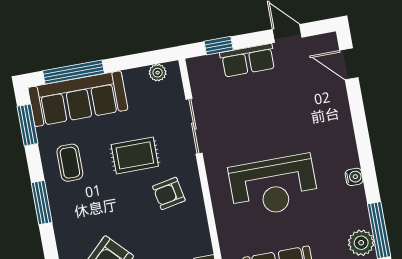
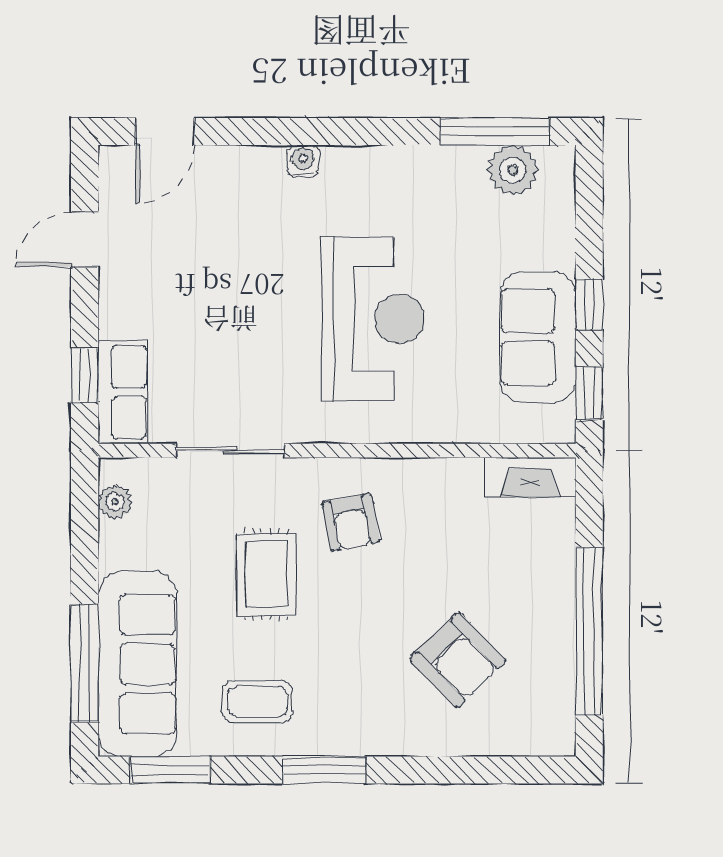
row of seats: (248, 60) -> (123, 392), moved
water cooler: (354, 177) -> (303, 161), moved

